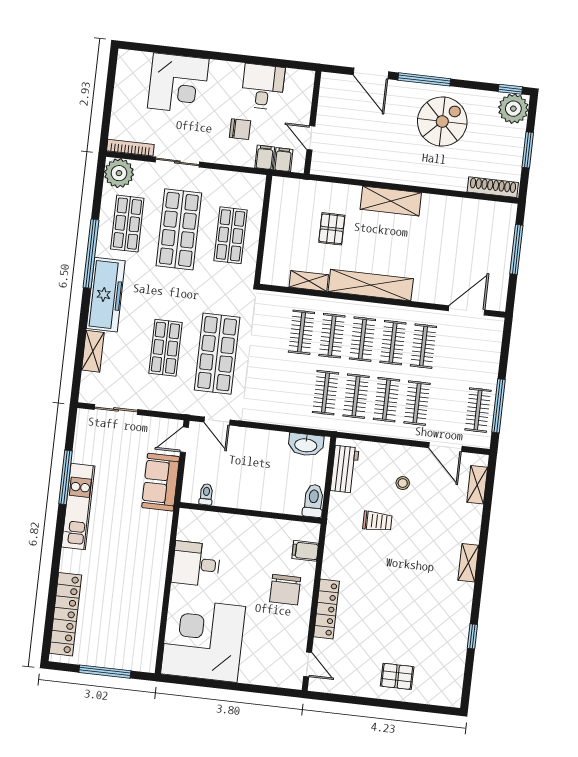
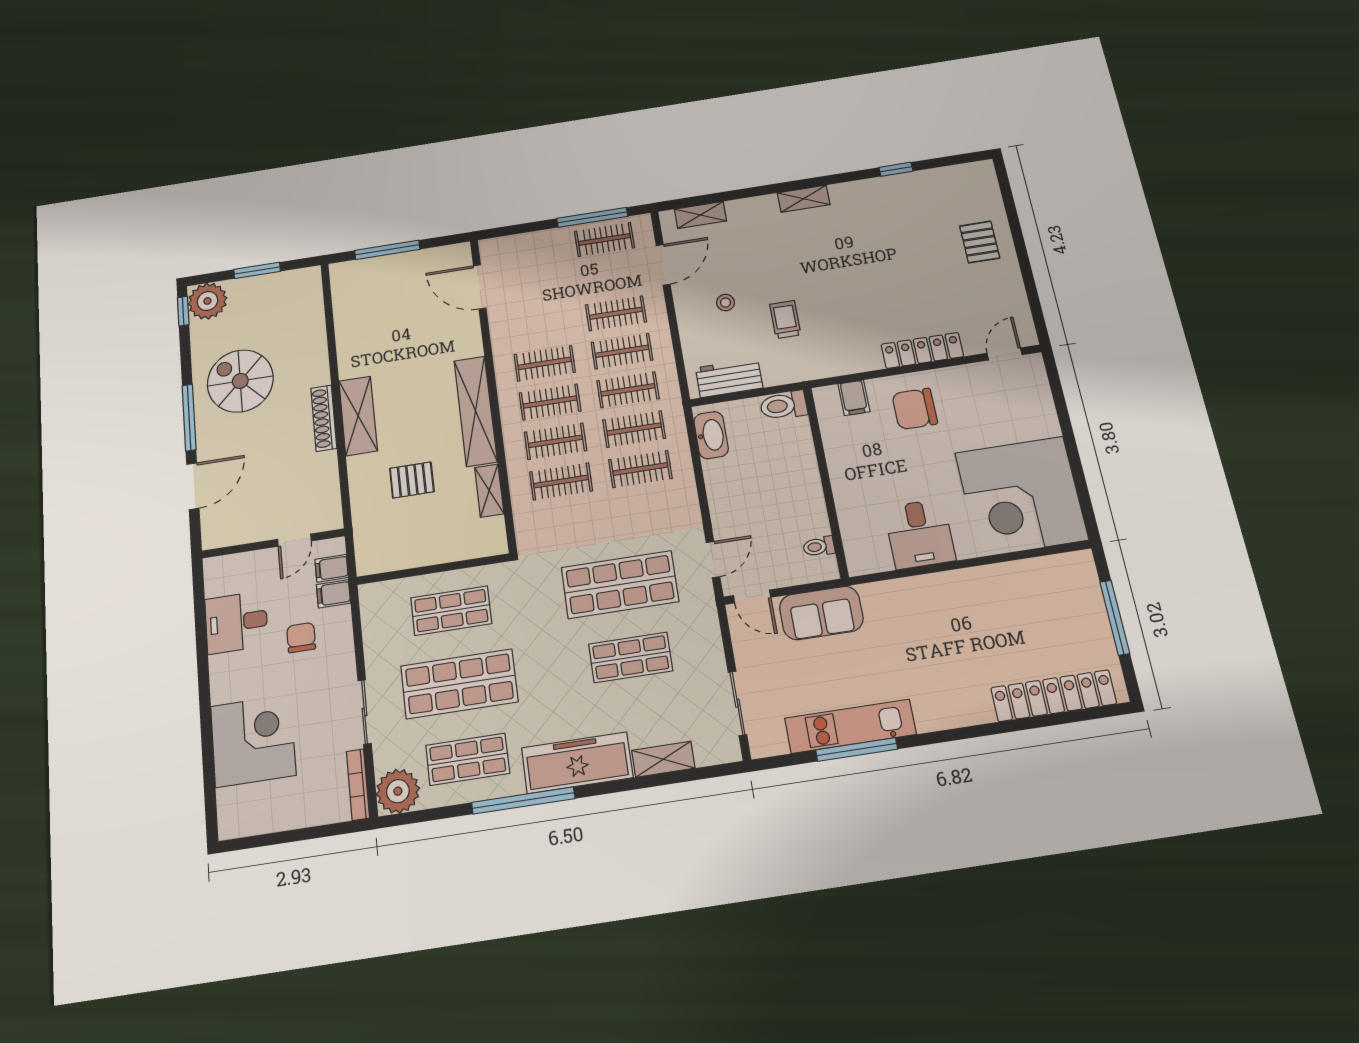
shoe rack: (493, 187) -> (324, 418), moved
clothes rail: (423, 346) -> (640, 469), moved
kitchen unit: (78, 506) -> (850, 726), moved
chair: (285, 590) -> (915, 409), turned 180

